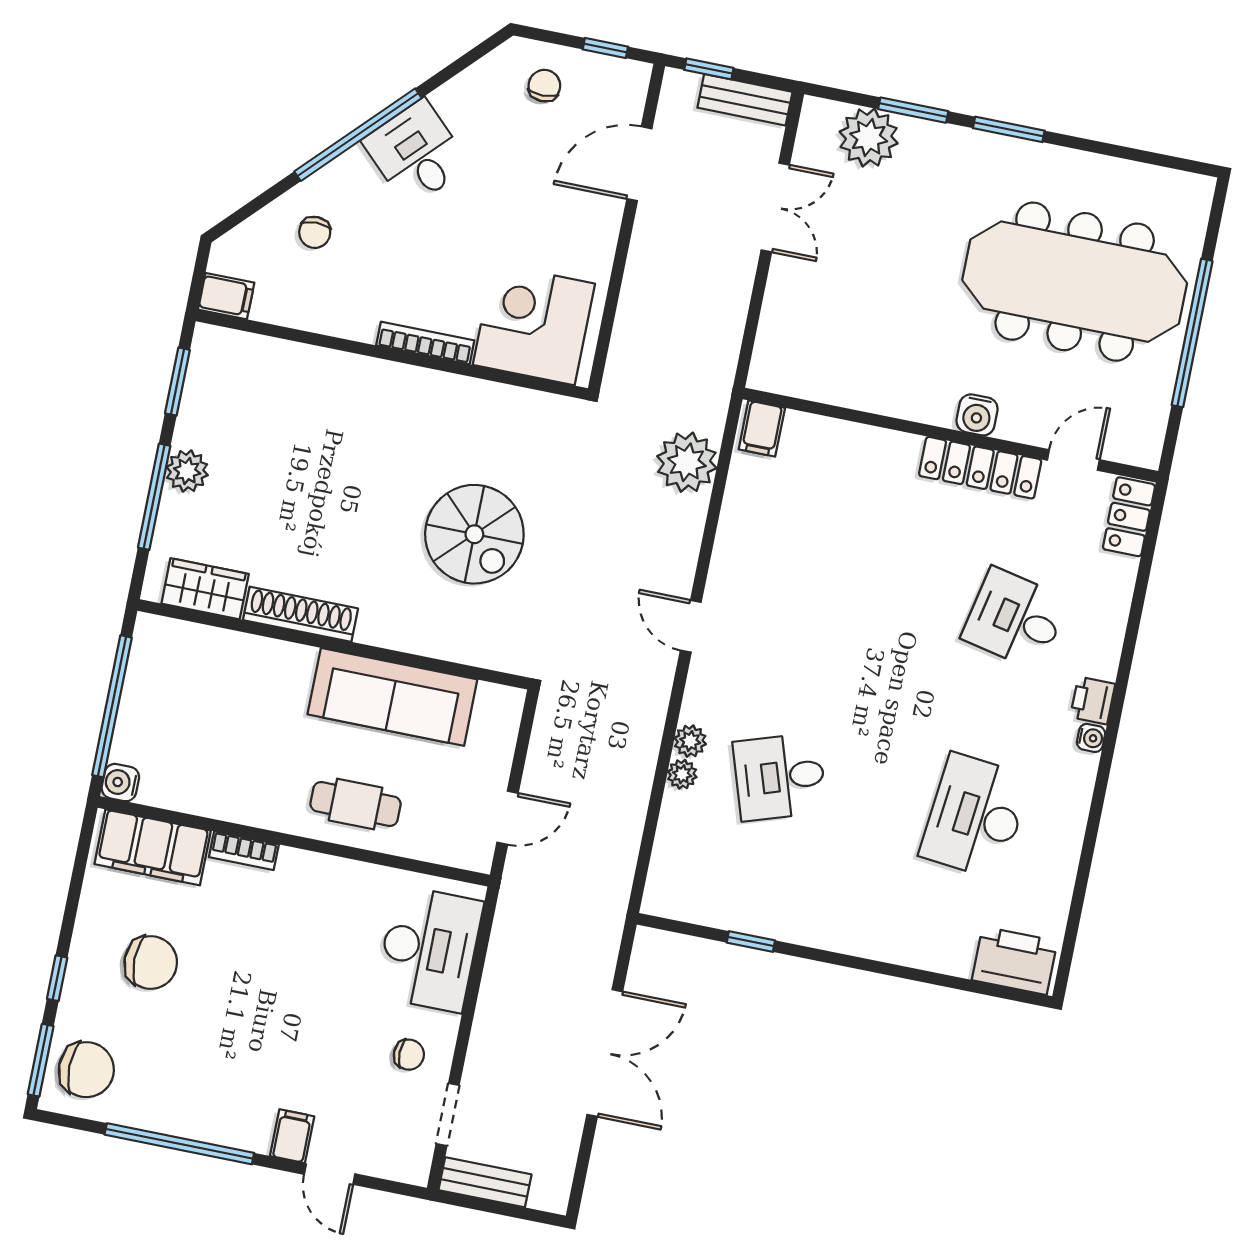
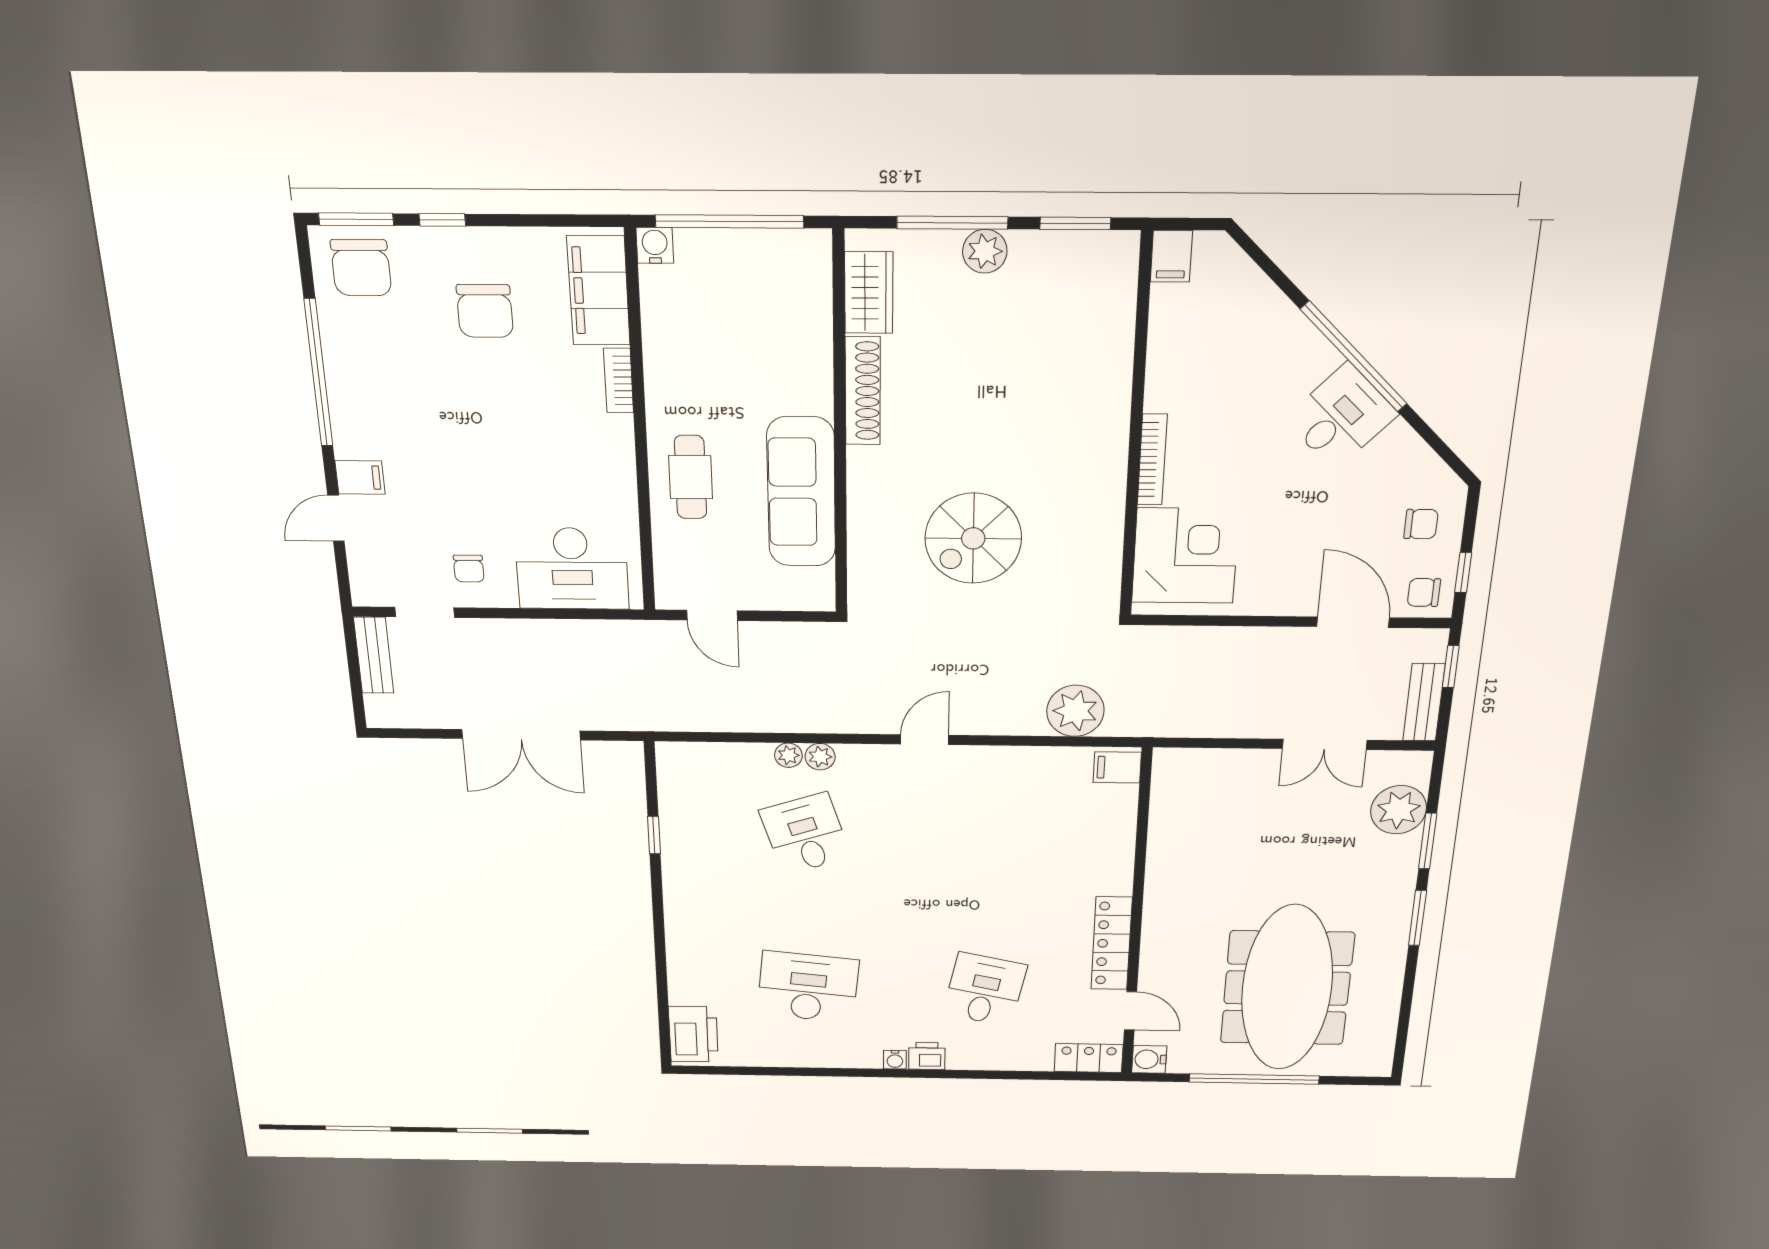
chair: (315, 232) -> (1424, 592), moved
water cooler: (977, 415) -> (1149, 1059), moved

